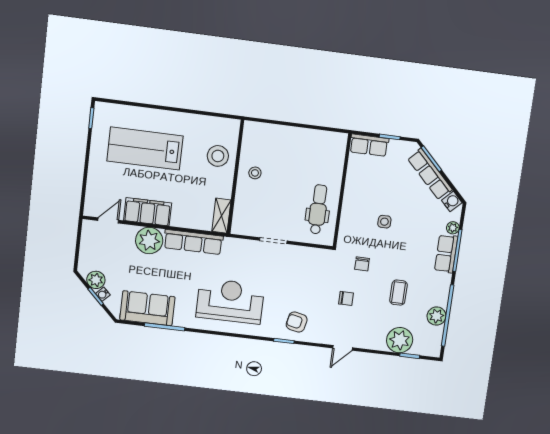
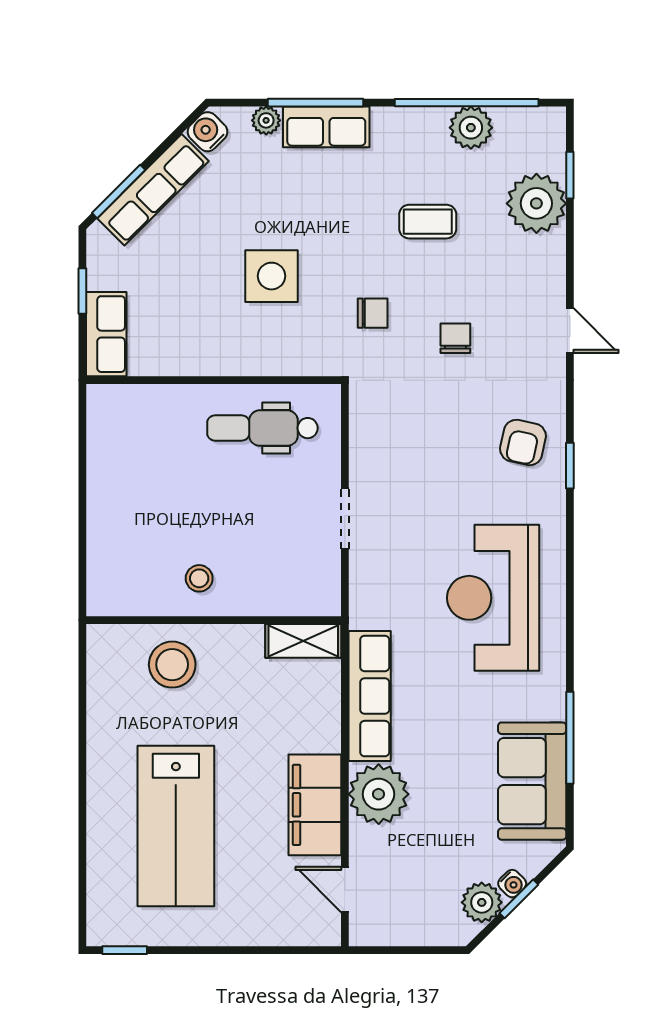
side table: (384, 222) -> (271, 276), width x1.87, depth x1.87

